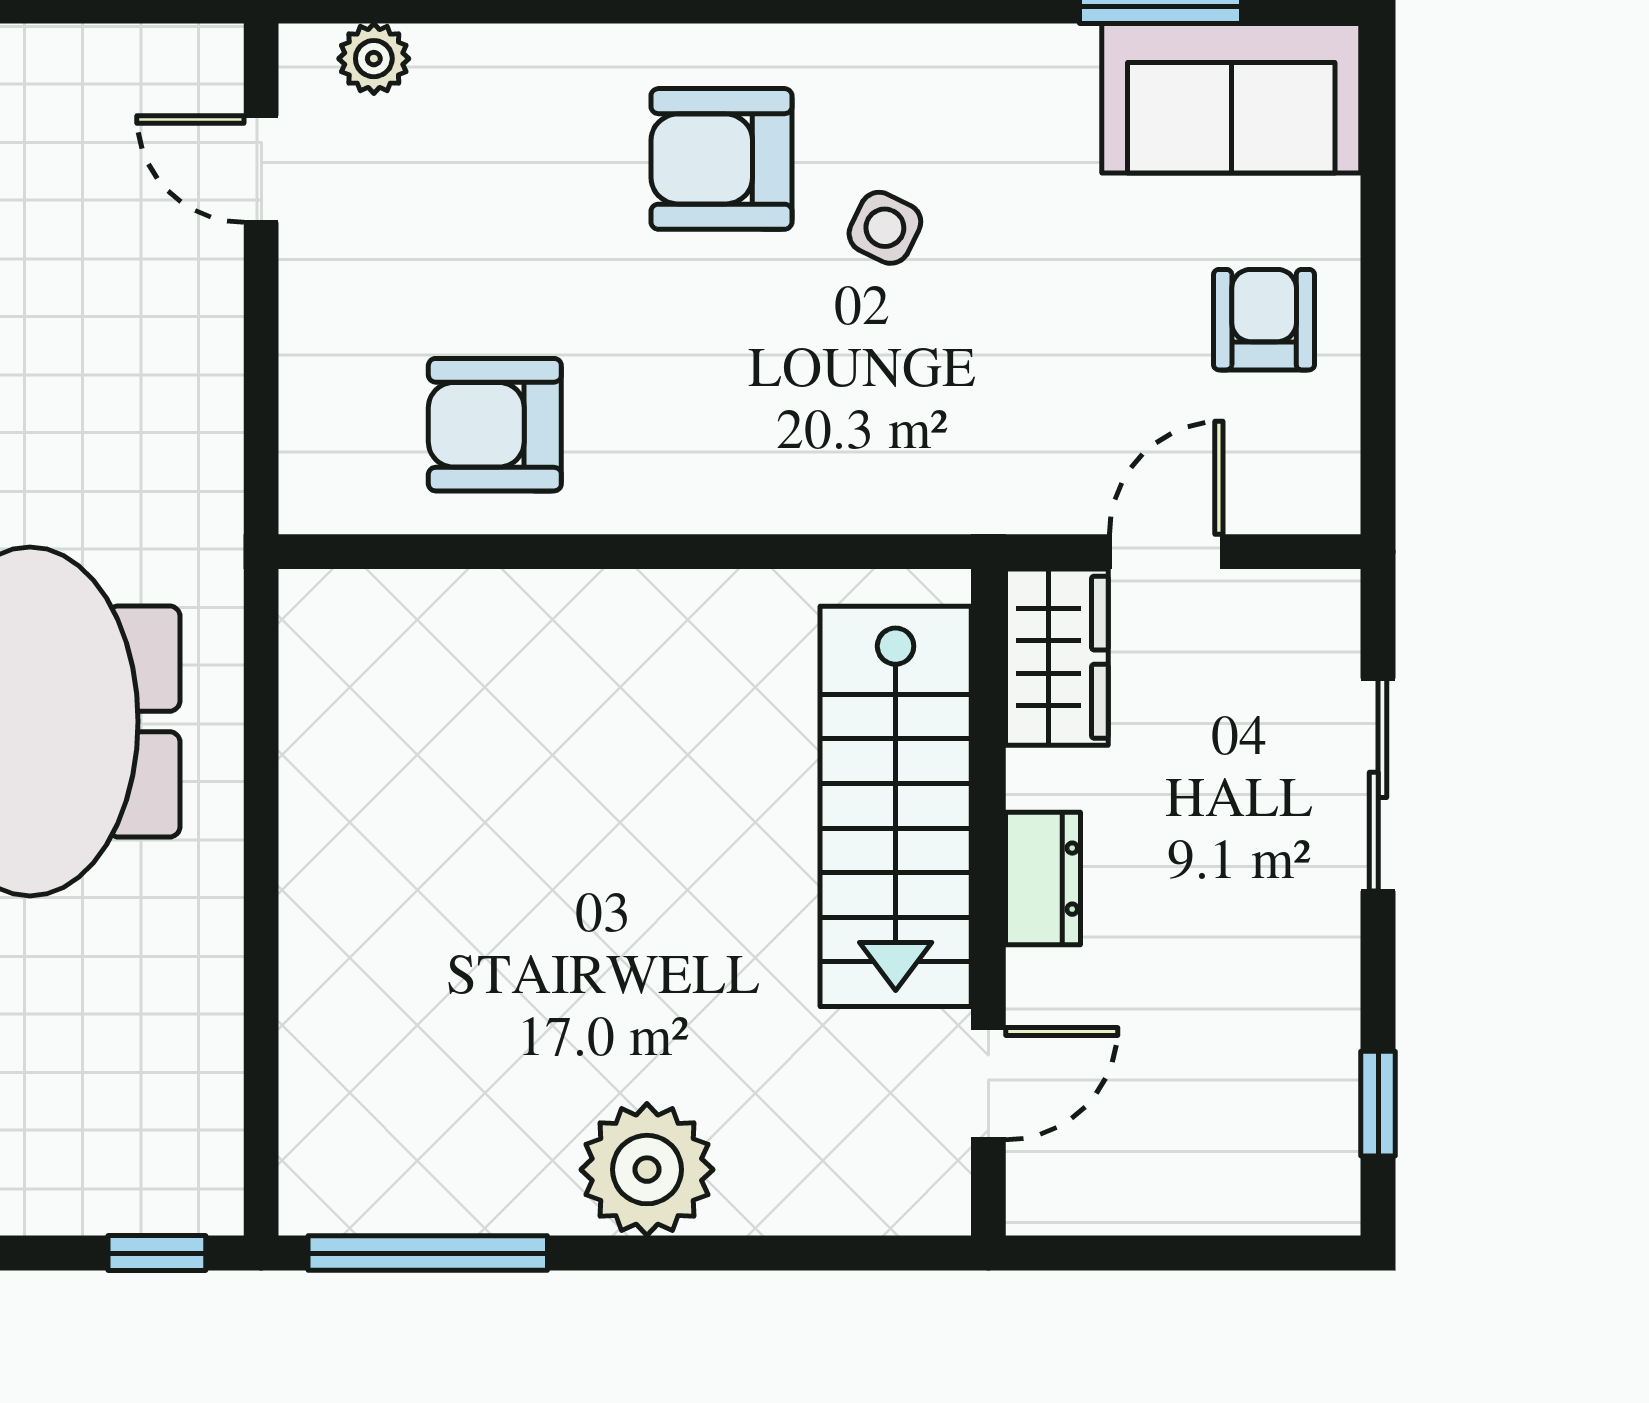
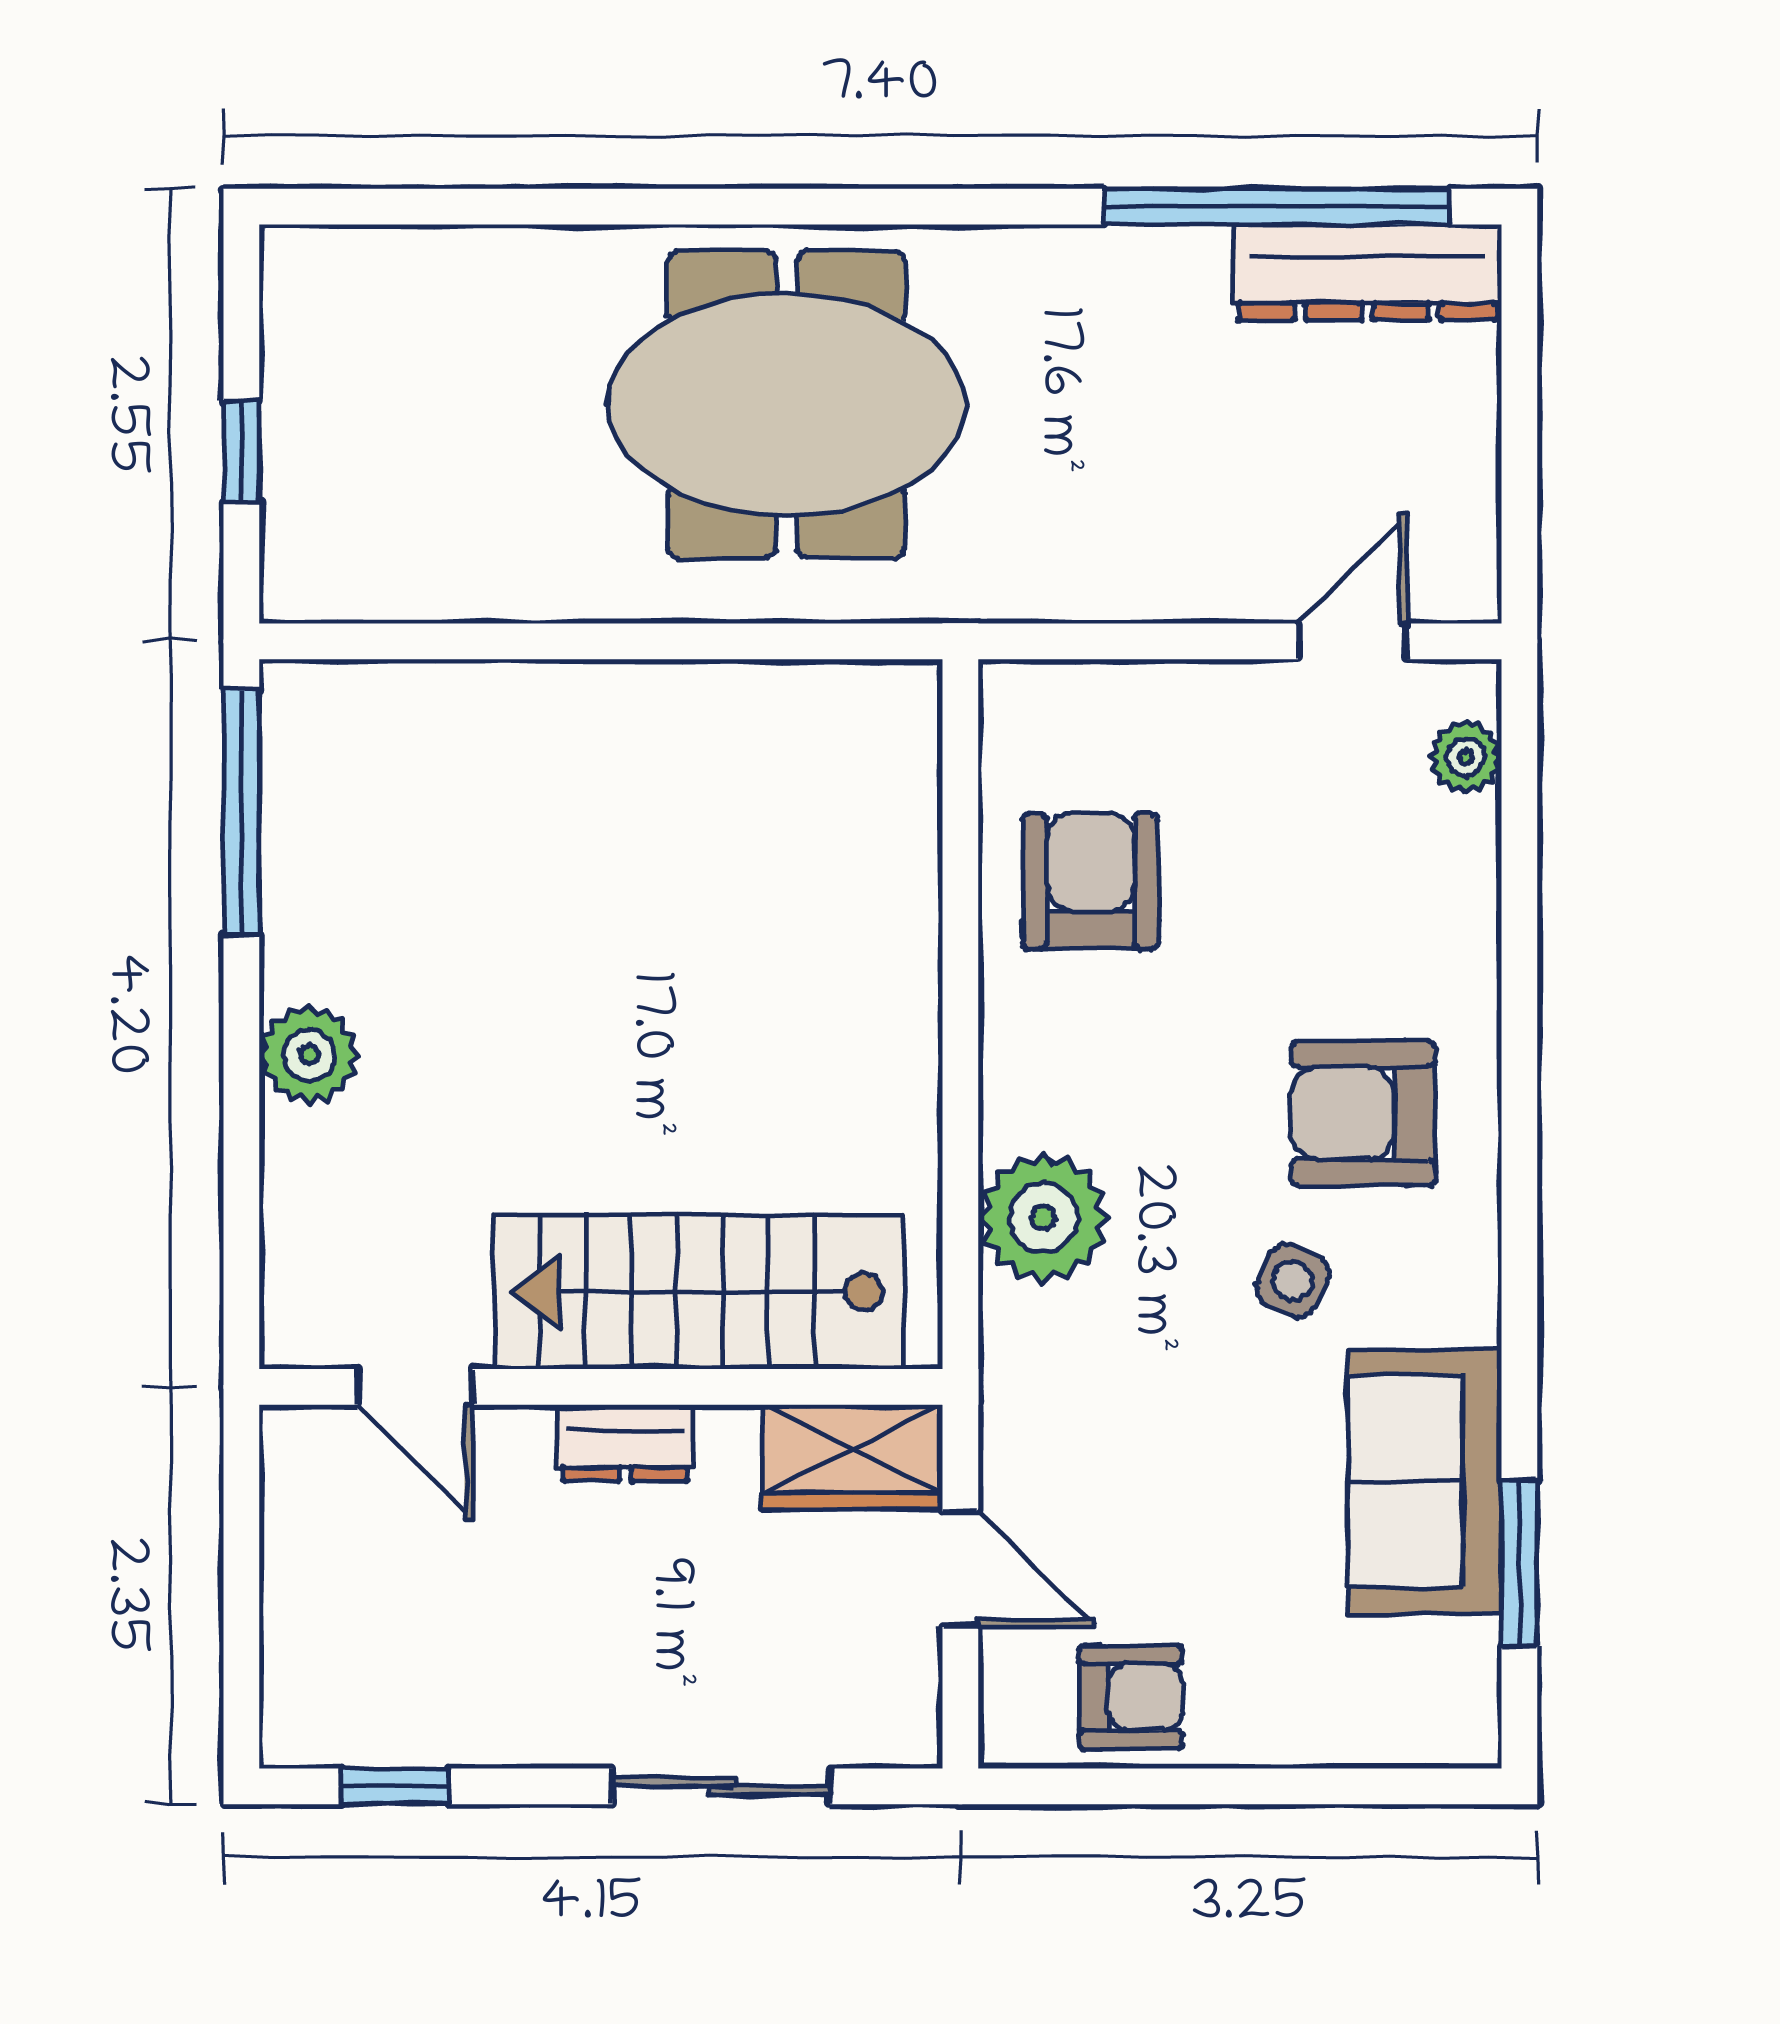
sofa: (1231, 98) -> (1425, 1482), moved
armchair: (721, 159) -> (1363, 1113), turned -90
armchair: (1264, 320) -> (1131, 1697), moved
plant: (823, 471) -> (1043, 1218), added
plant: (647, 1170) -> (309, 1055), width x0.73, depth x0.73
window: (157, 1253) -> (241, 452), moved

